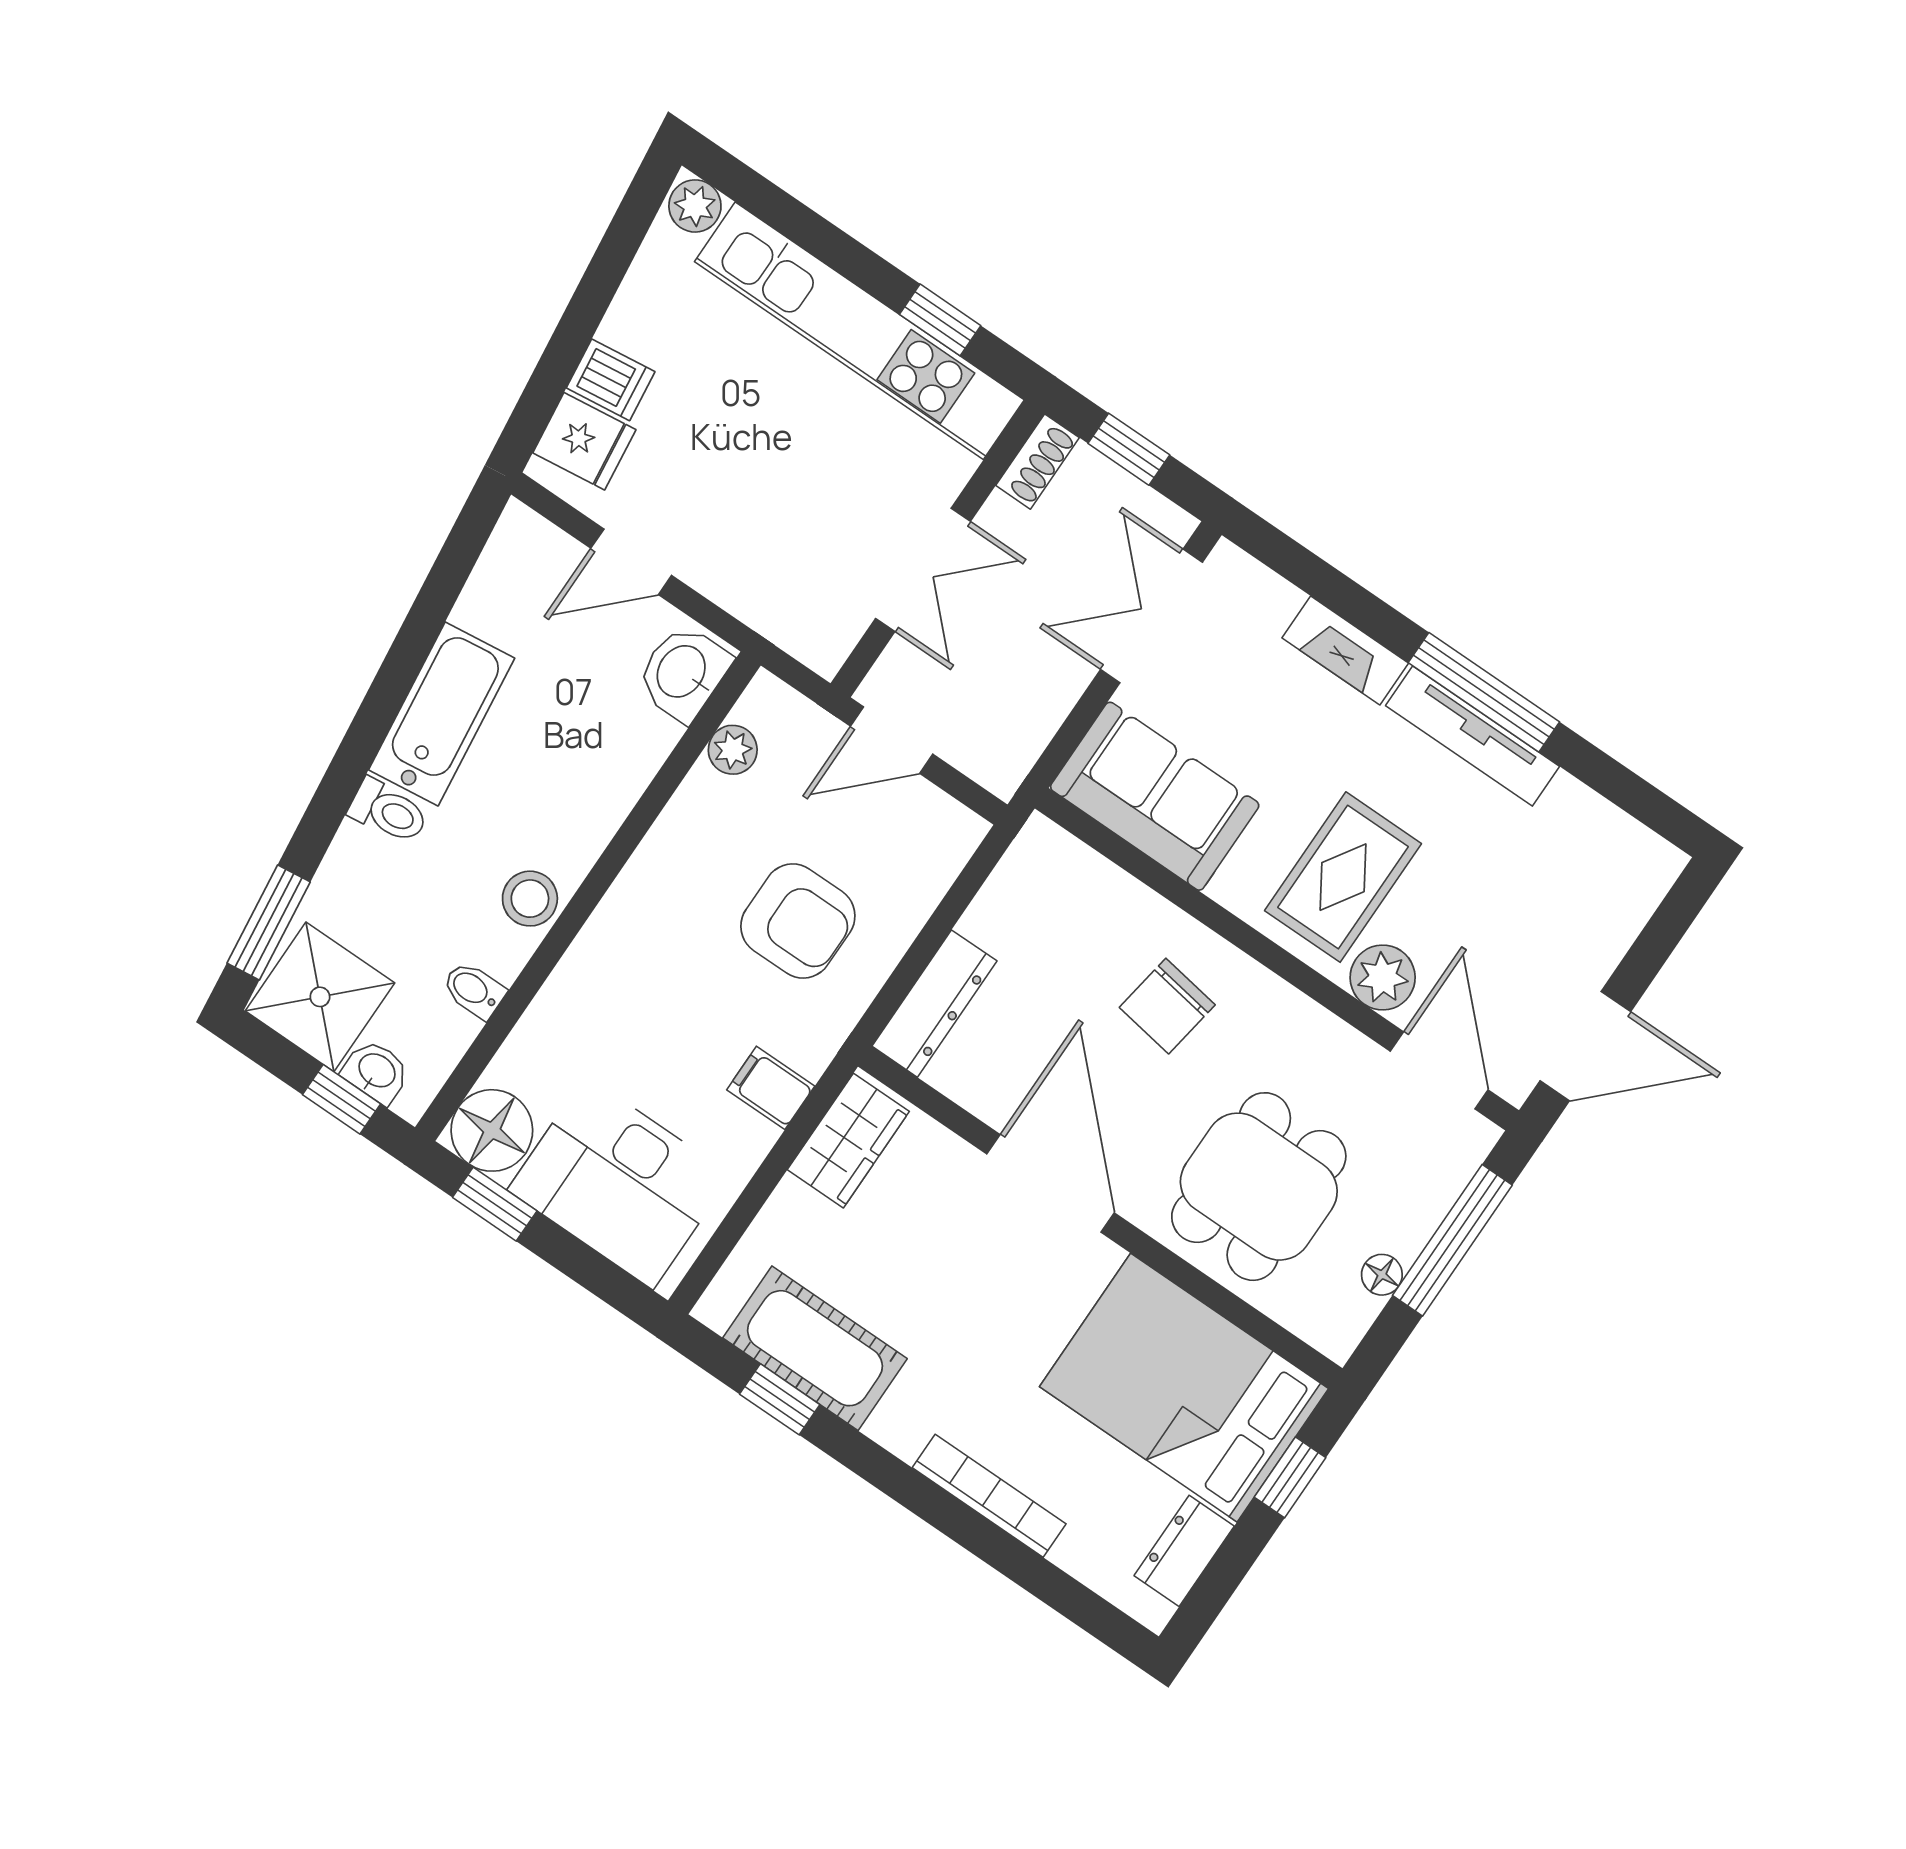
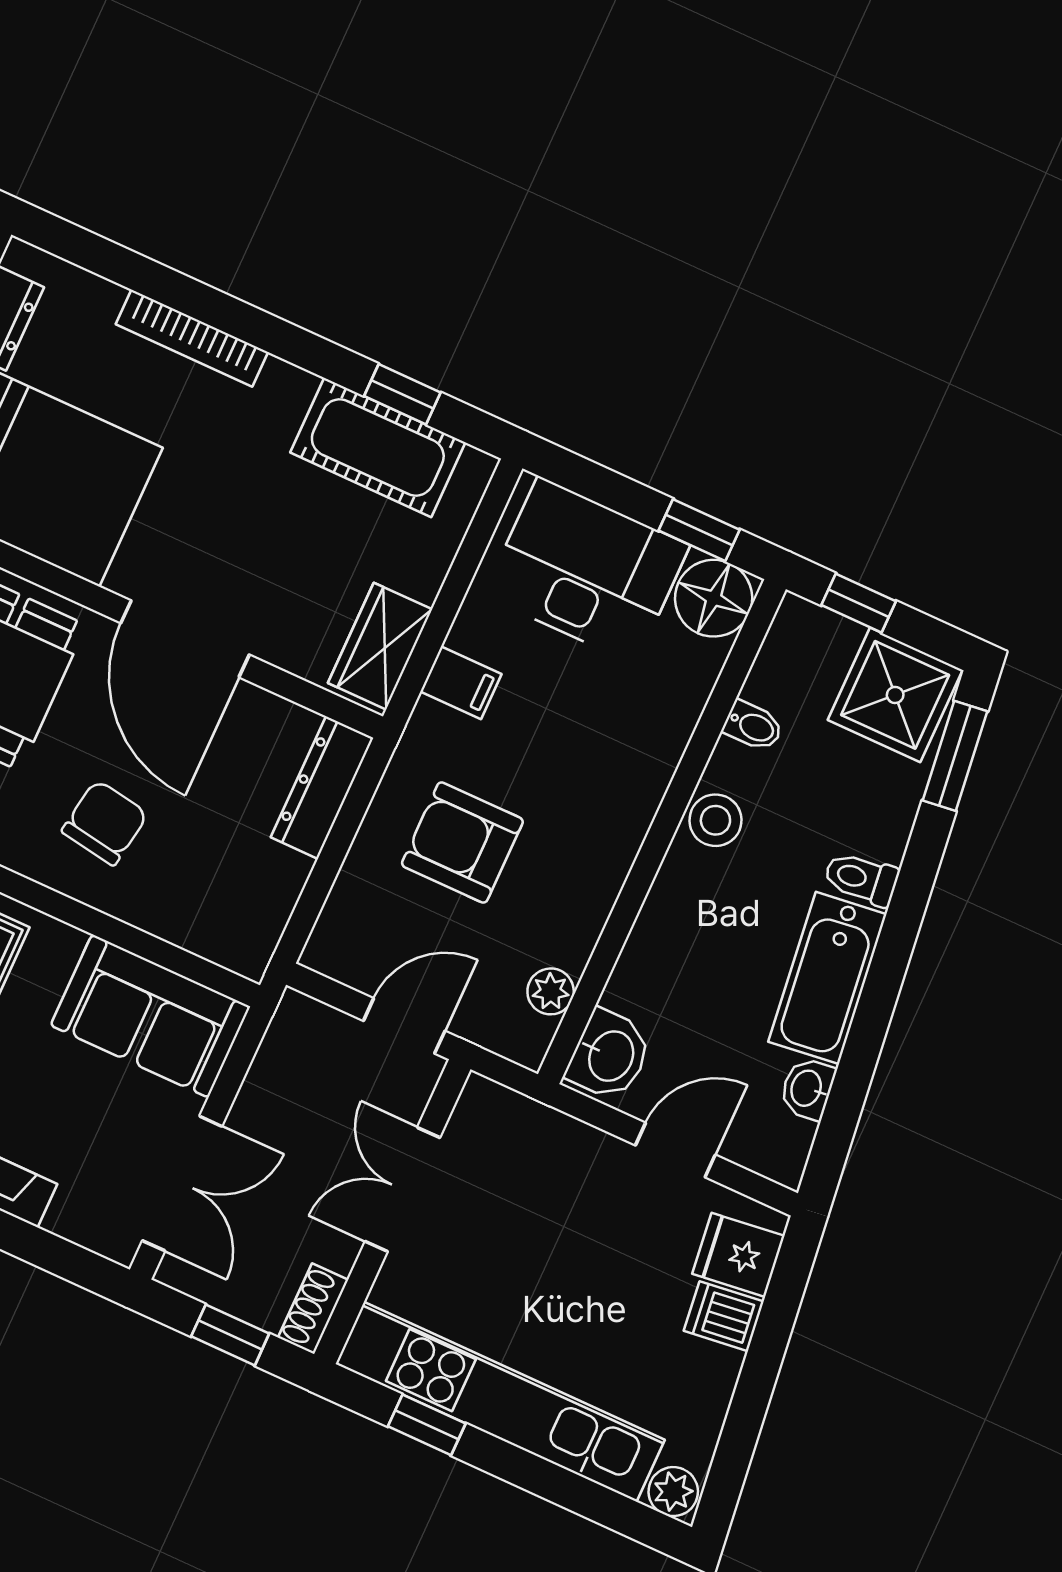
washbasin: (376, 1072) -> (807, 1089), moved, turned 83

